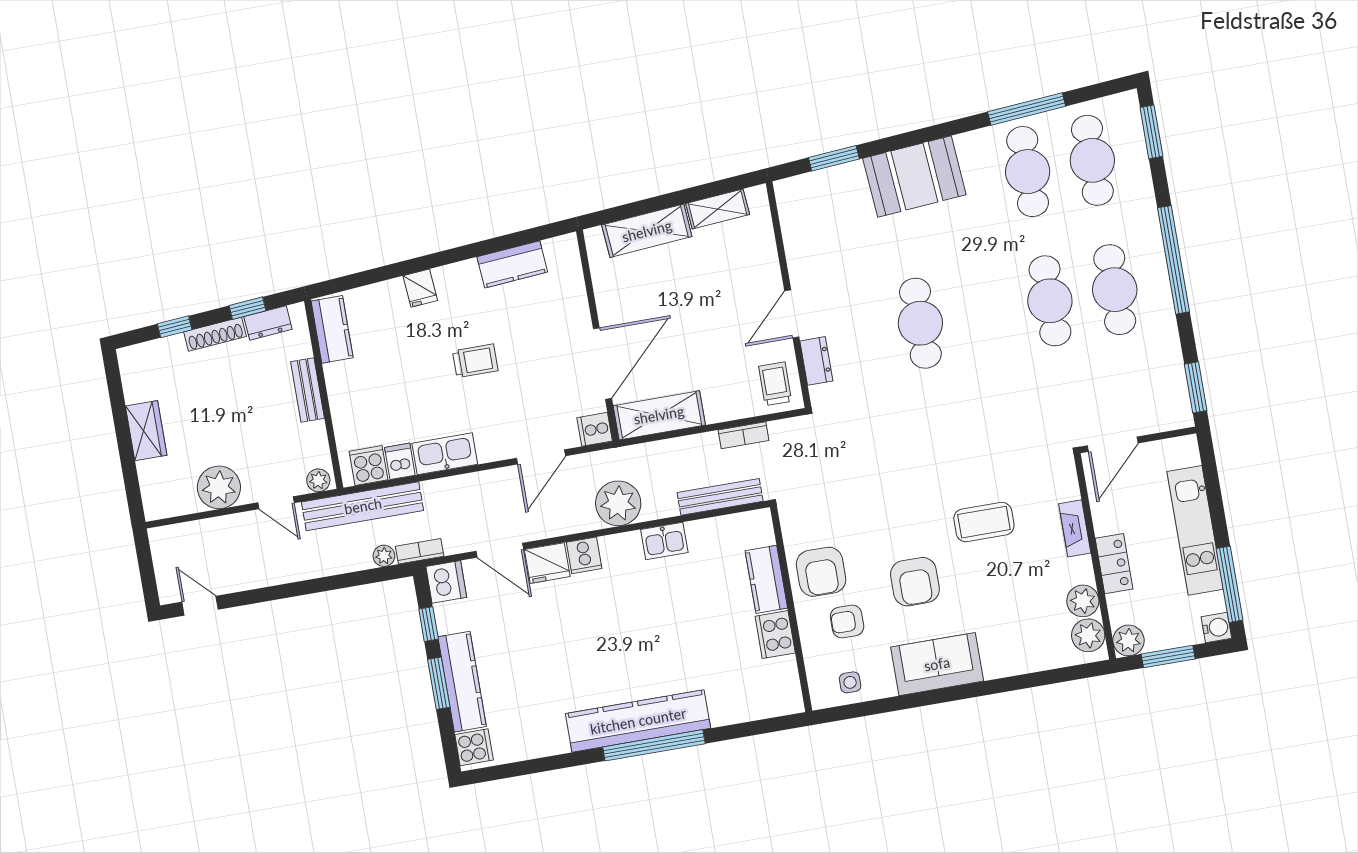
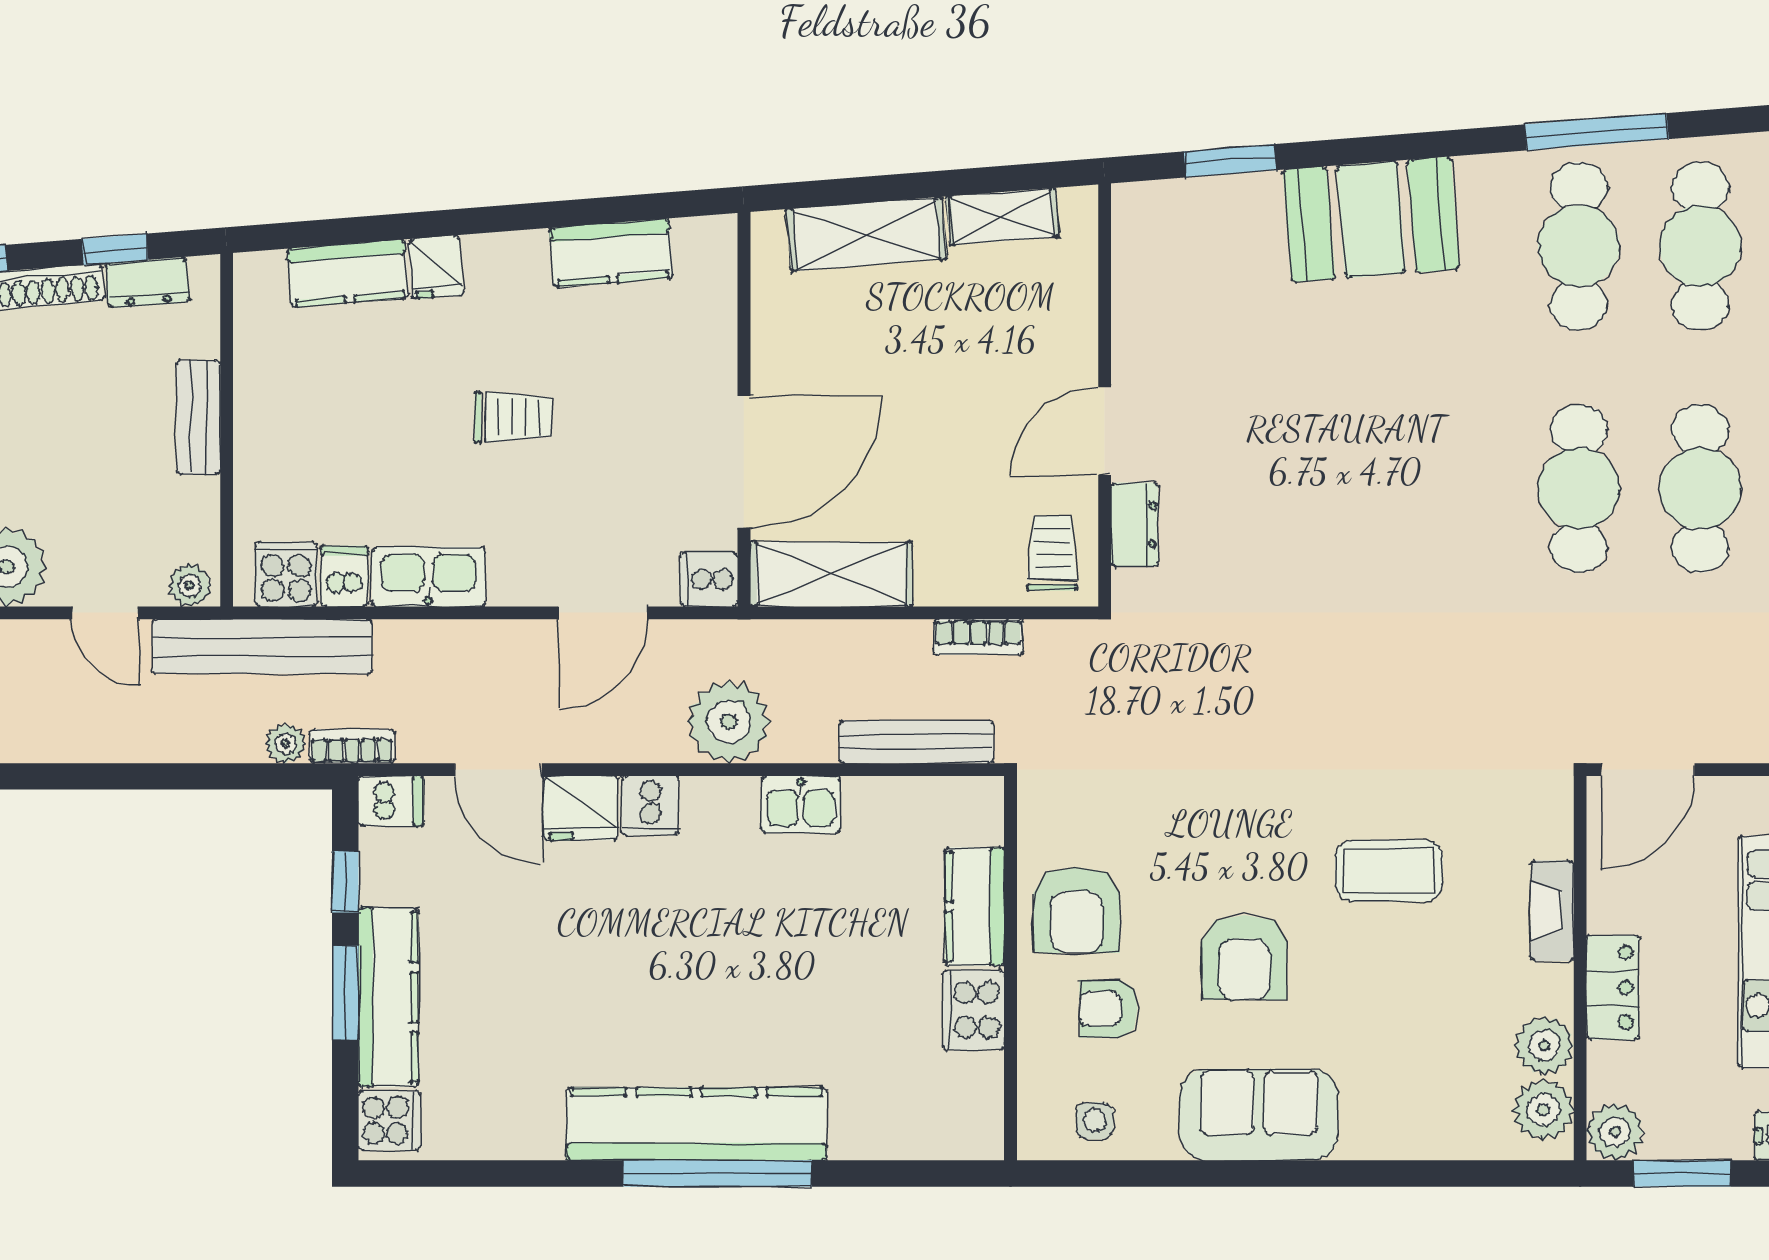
cafe table: (920, 323) -> (1336, 488), removed
kitchen counter: (332, 329) -> (348, 273), moved, turned 85
dishwasher: (446, 582) -> (391, 801), width x0.73

